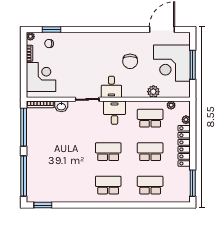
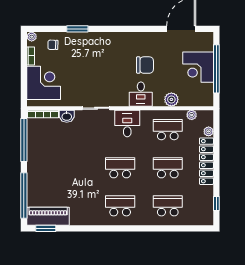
window: (52, 30) -> (77, 29), moved
chair: (130, 61) -> (145, 65), turned -90
corner desk: (172, 63) -> (198, 67), width x0.74, depth x0.74
window: (193, 65) -> (216, 69), width x1.46
desk: (111, 87) -> (141, 94), moved
window: (193, 183) -> (216, 203), width x0.46
piano: (45, 194) -> (48, 216), added

